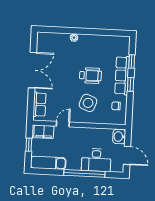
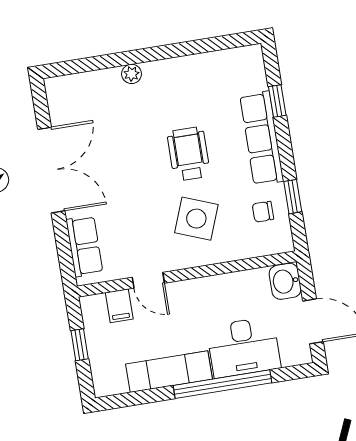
wheelchair: (90, 76) -> (189, 154), turned -90
window: (131, 84) -> (293, 197), moved
door: (63, 124) -> (148, 280), swing flipped
filing cabinet: (44, 132) -> (119, 306), width x0.50
exam couch: (48, 163) -> (169, 372), moved

